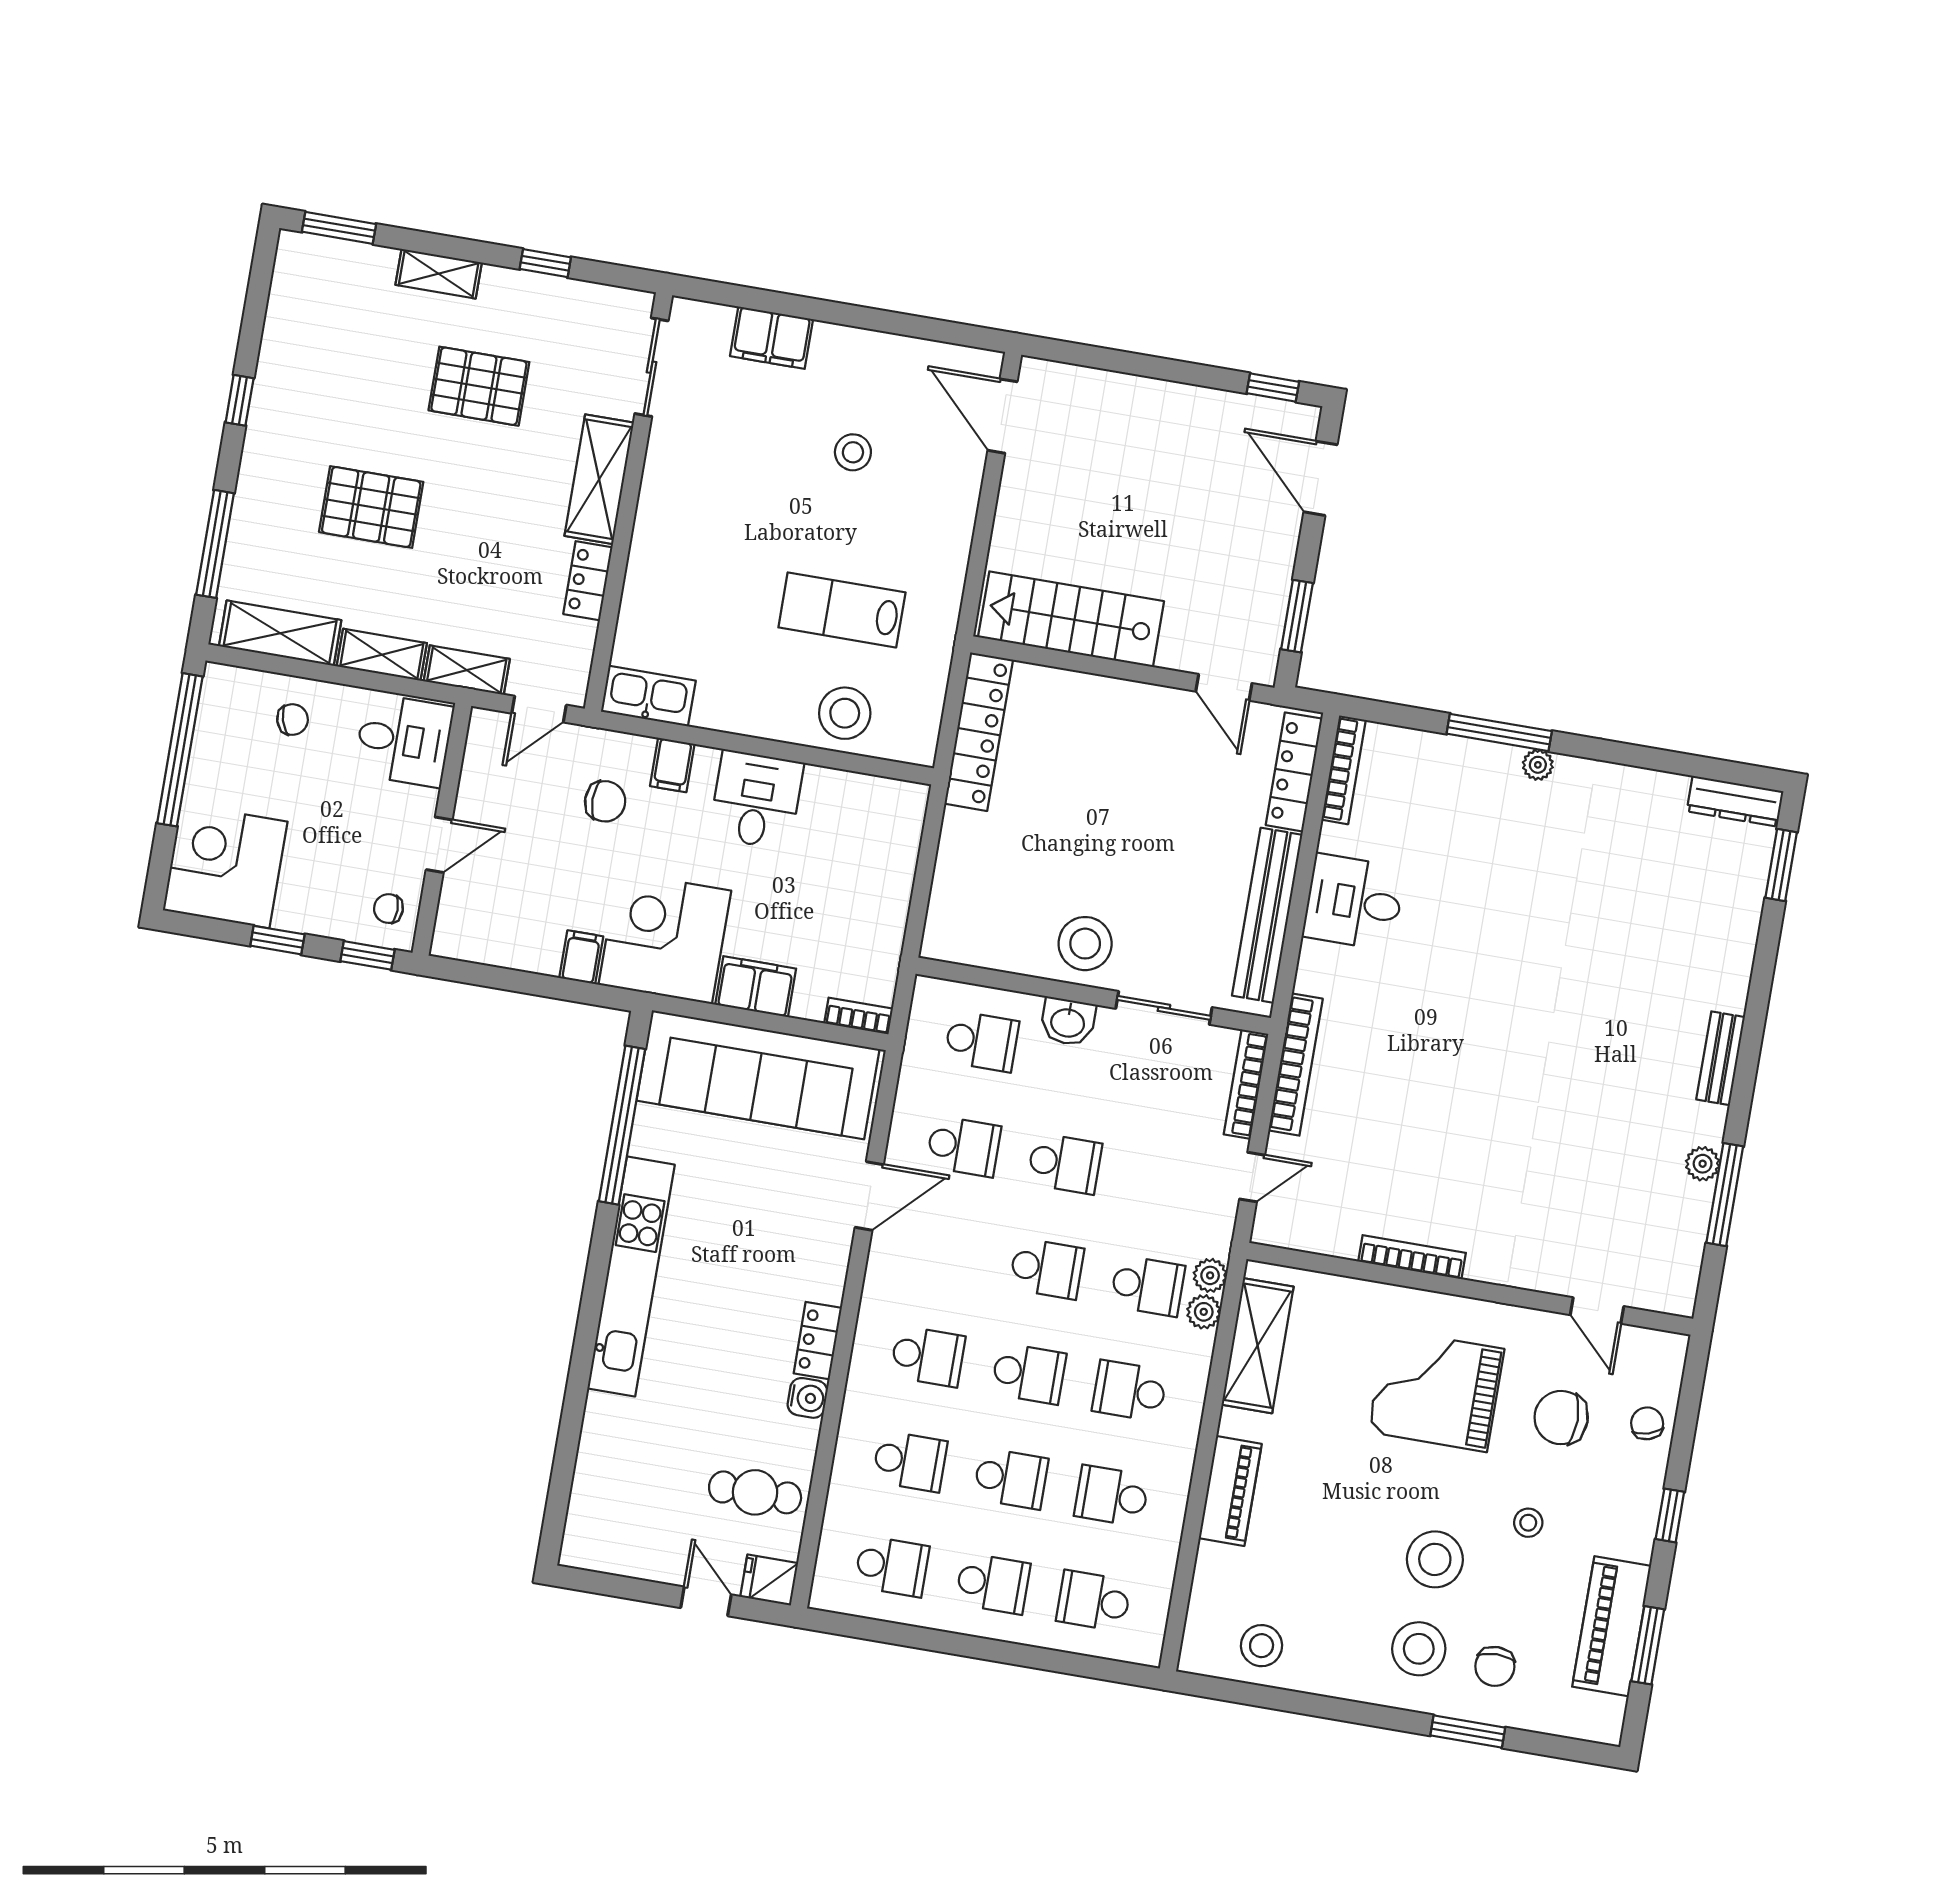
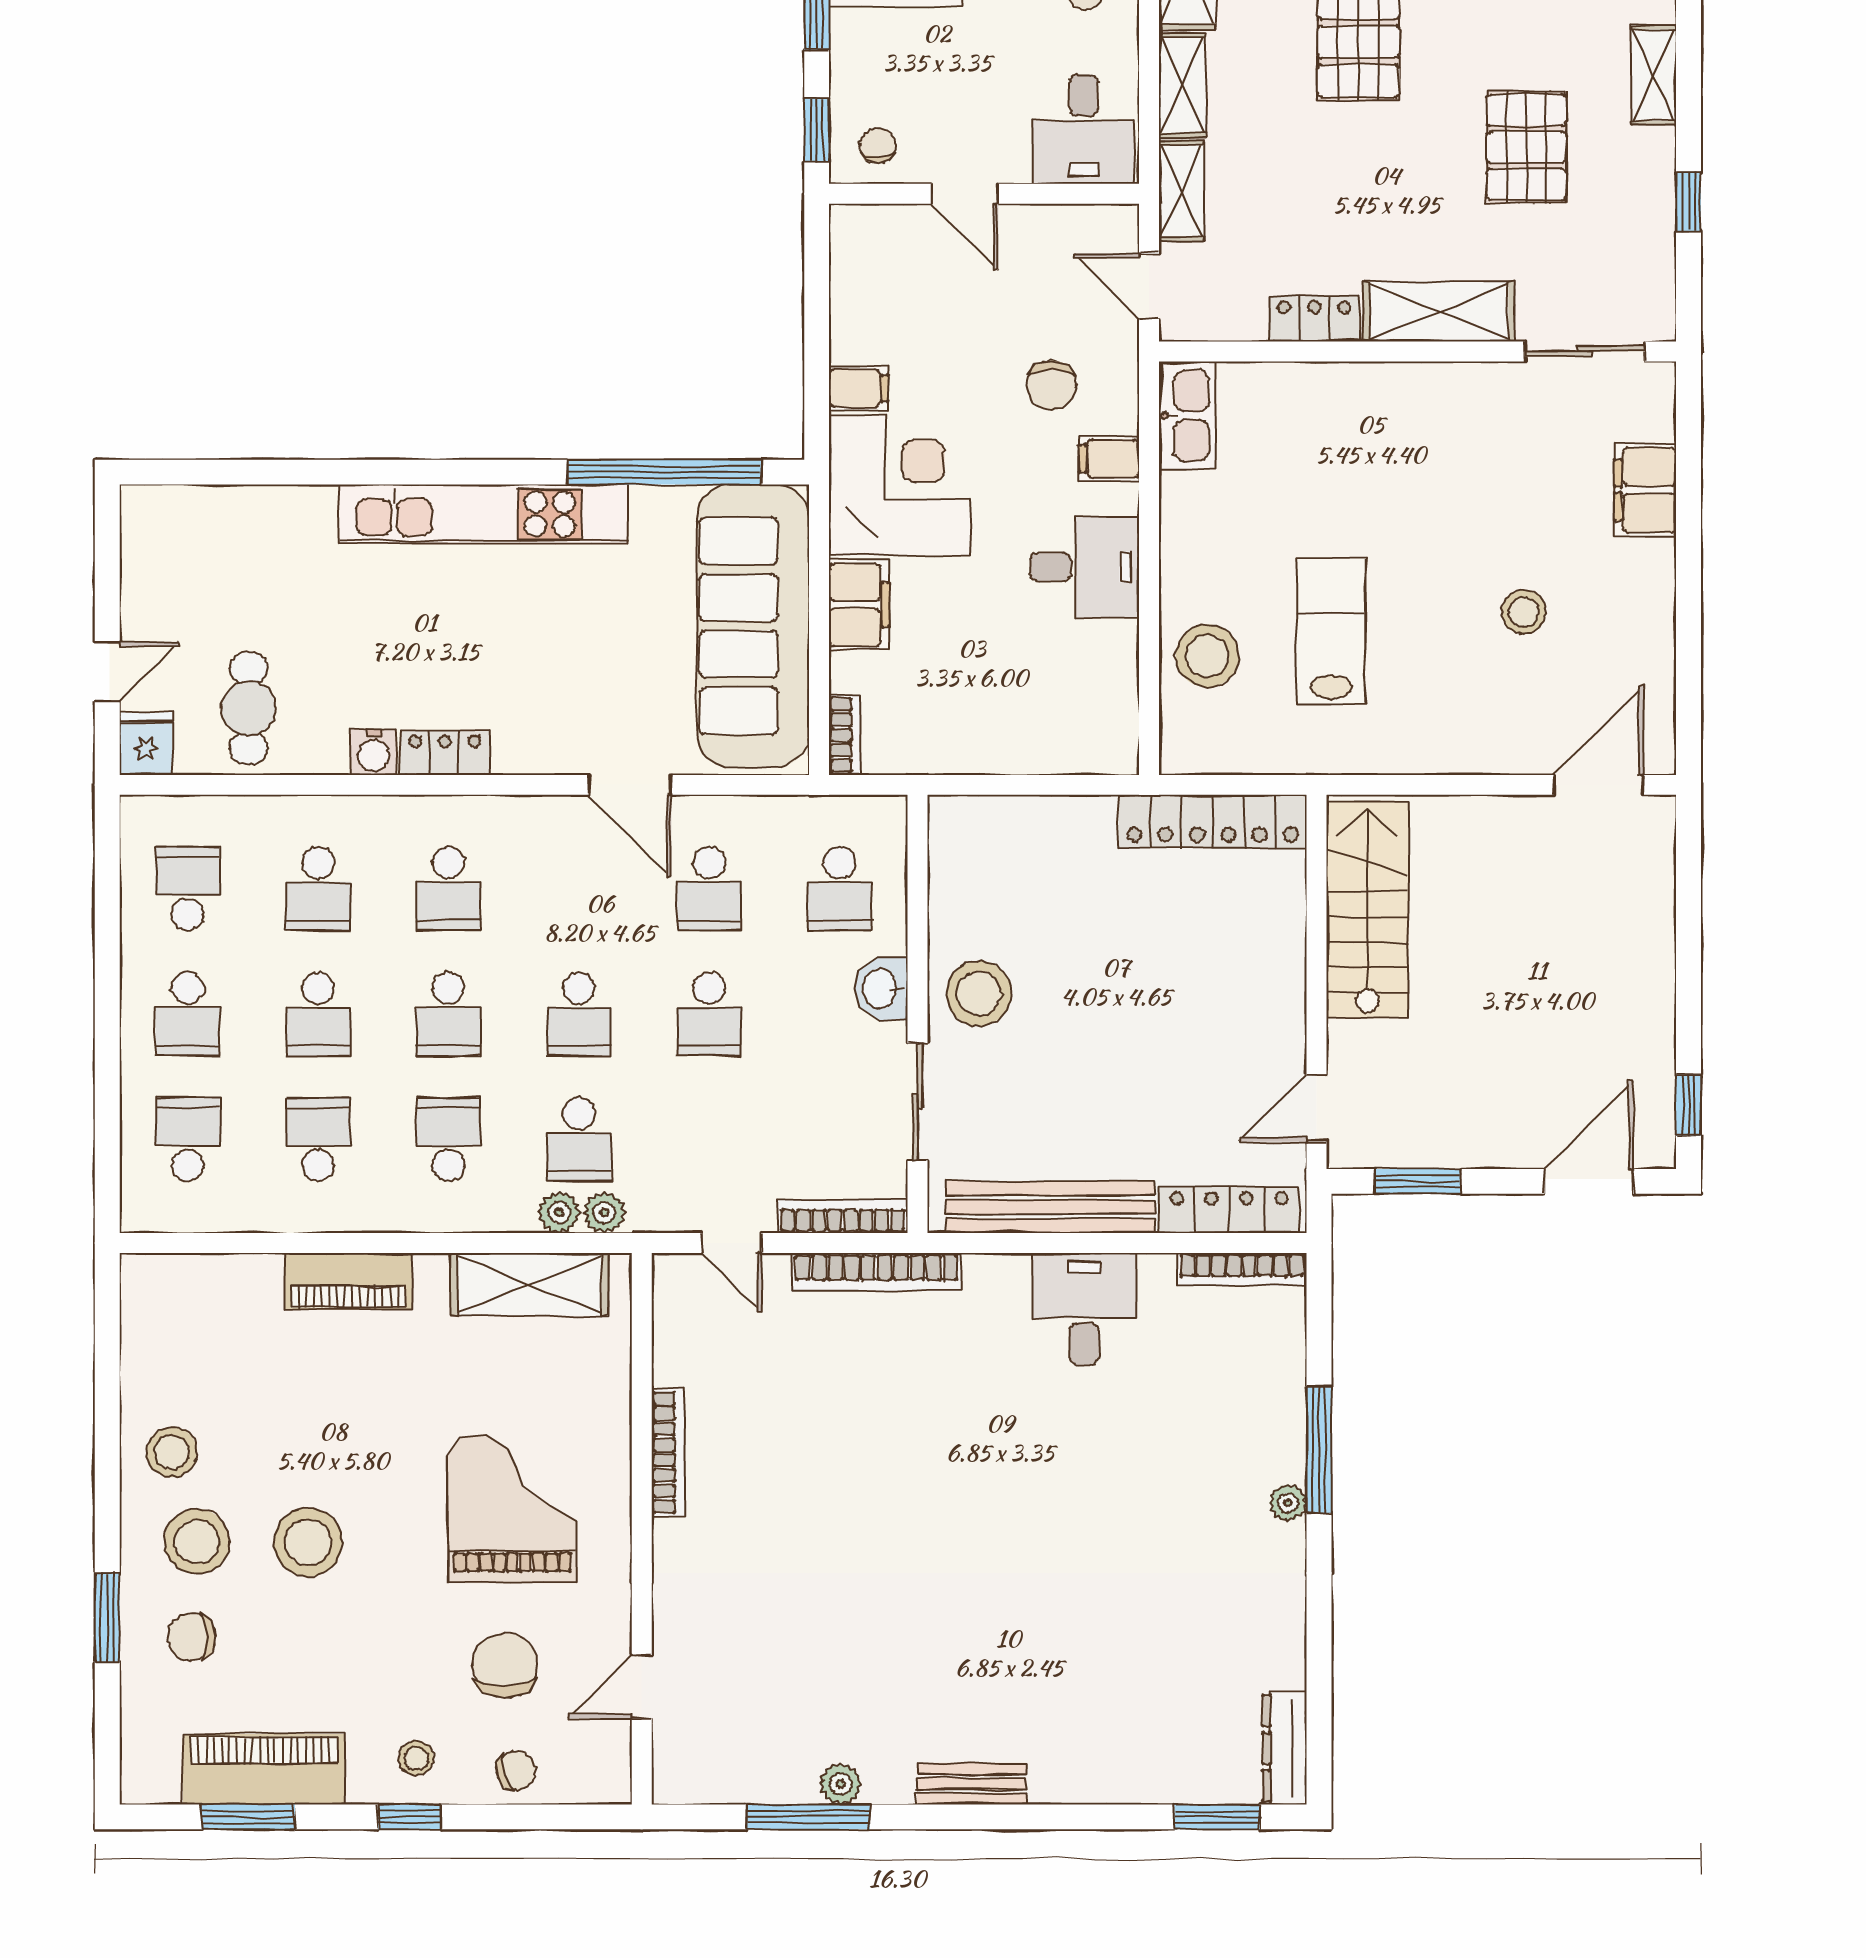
stool: (1528, 1523) -> (416, 1758), moved
school desk: (892, 1566) -> (188, 889), turned 180
stool: (1262, 1646) -> (172, 1452), moved

